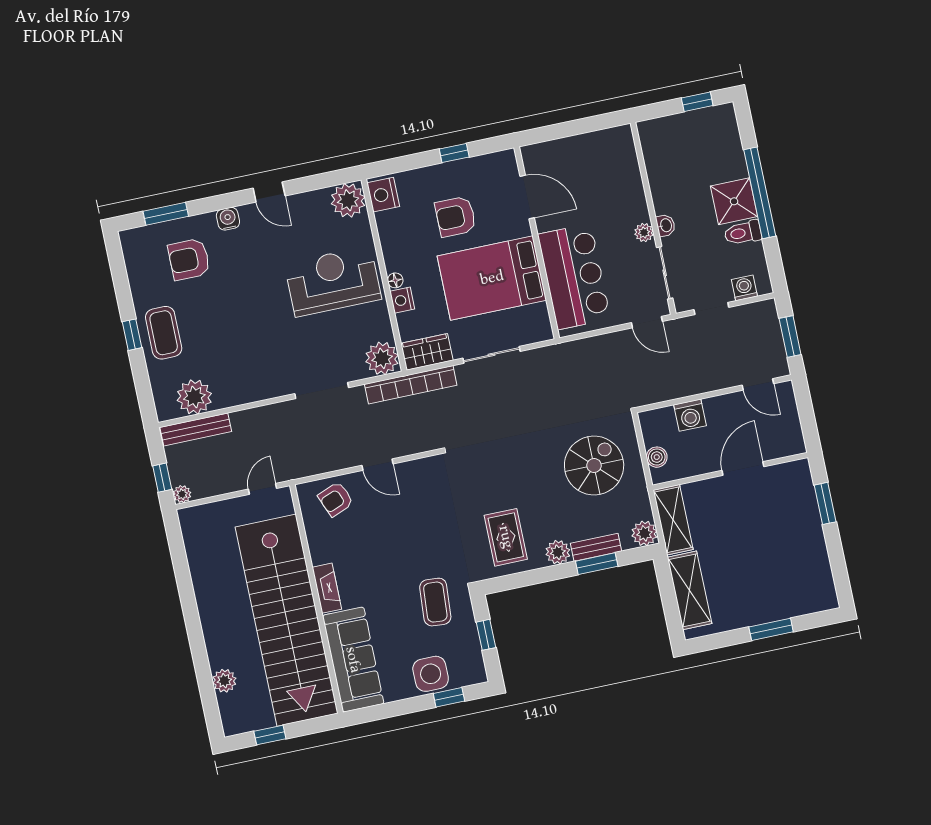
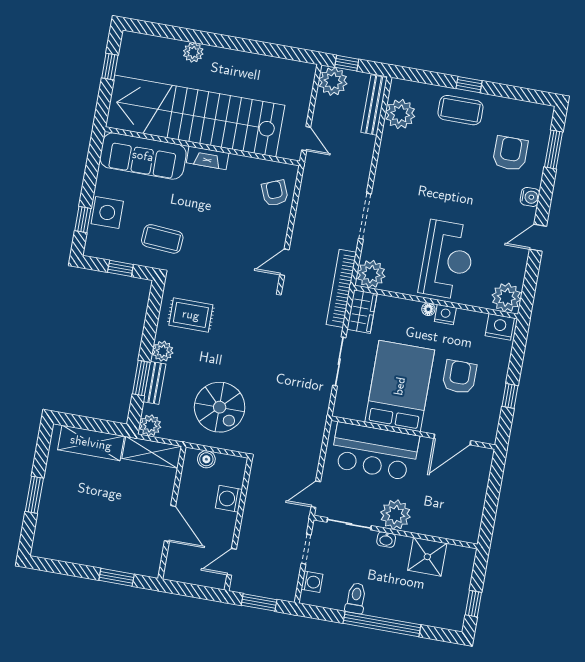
shower: (734, 201) -> (427, 557), moved
plant: (644, 233) -> (395, 515), width x1.88, depth x1.88
nightstand: (402, 300) -> (445, 315), moved
door: (377, 465) -> (284, 262), moved
plant: (182, 494) -> (333, 81), width x1.87, depth x1.87
plant: (224, 681) -> (193, 52), moved

